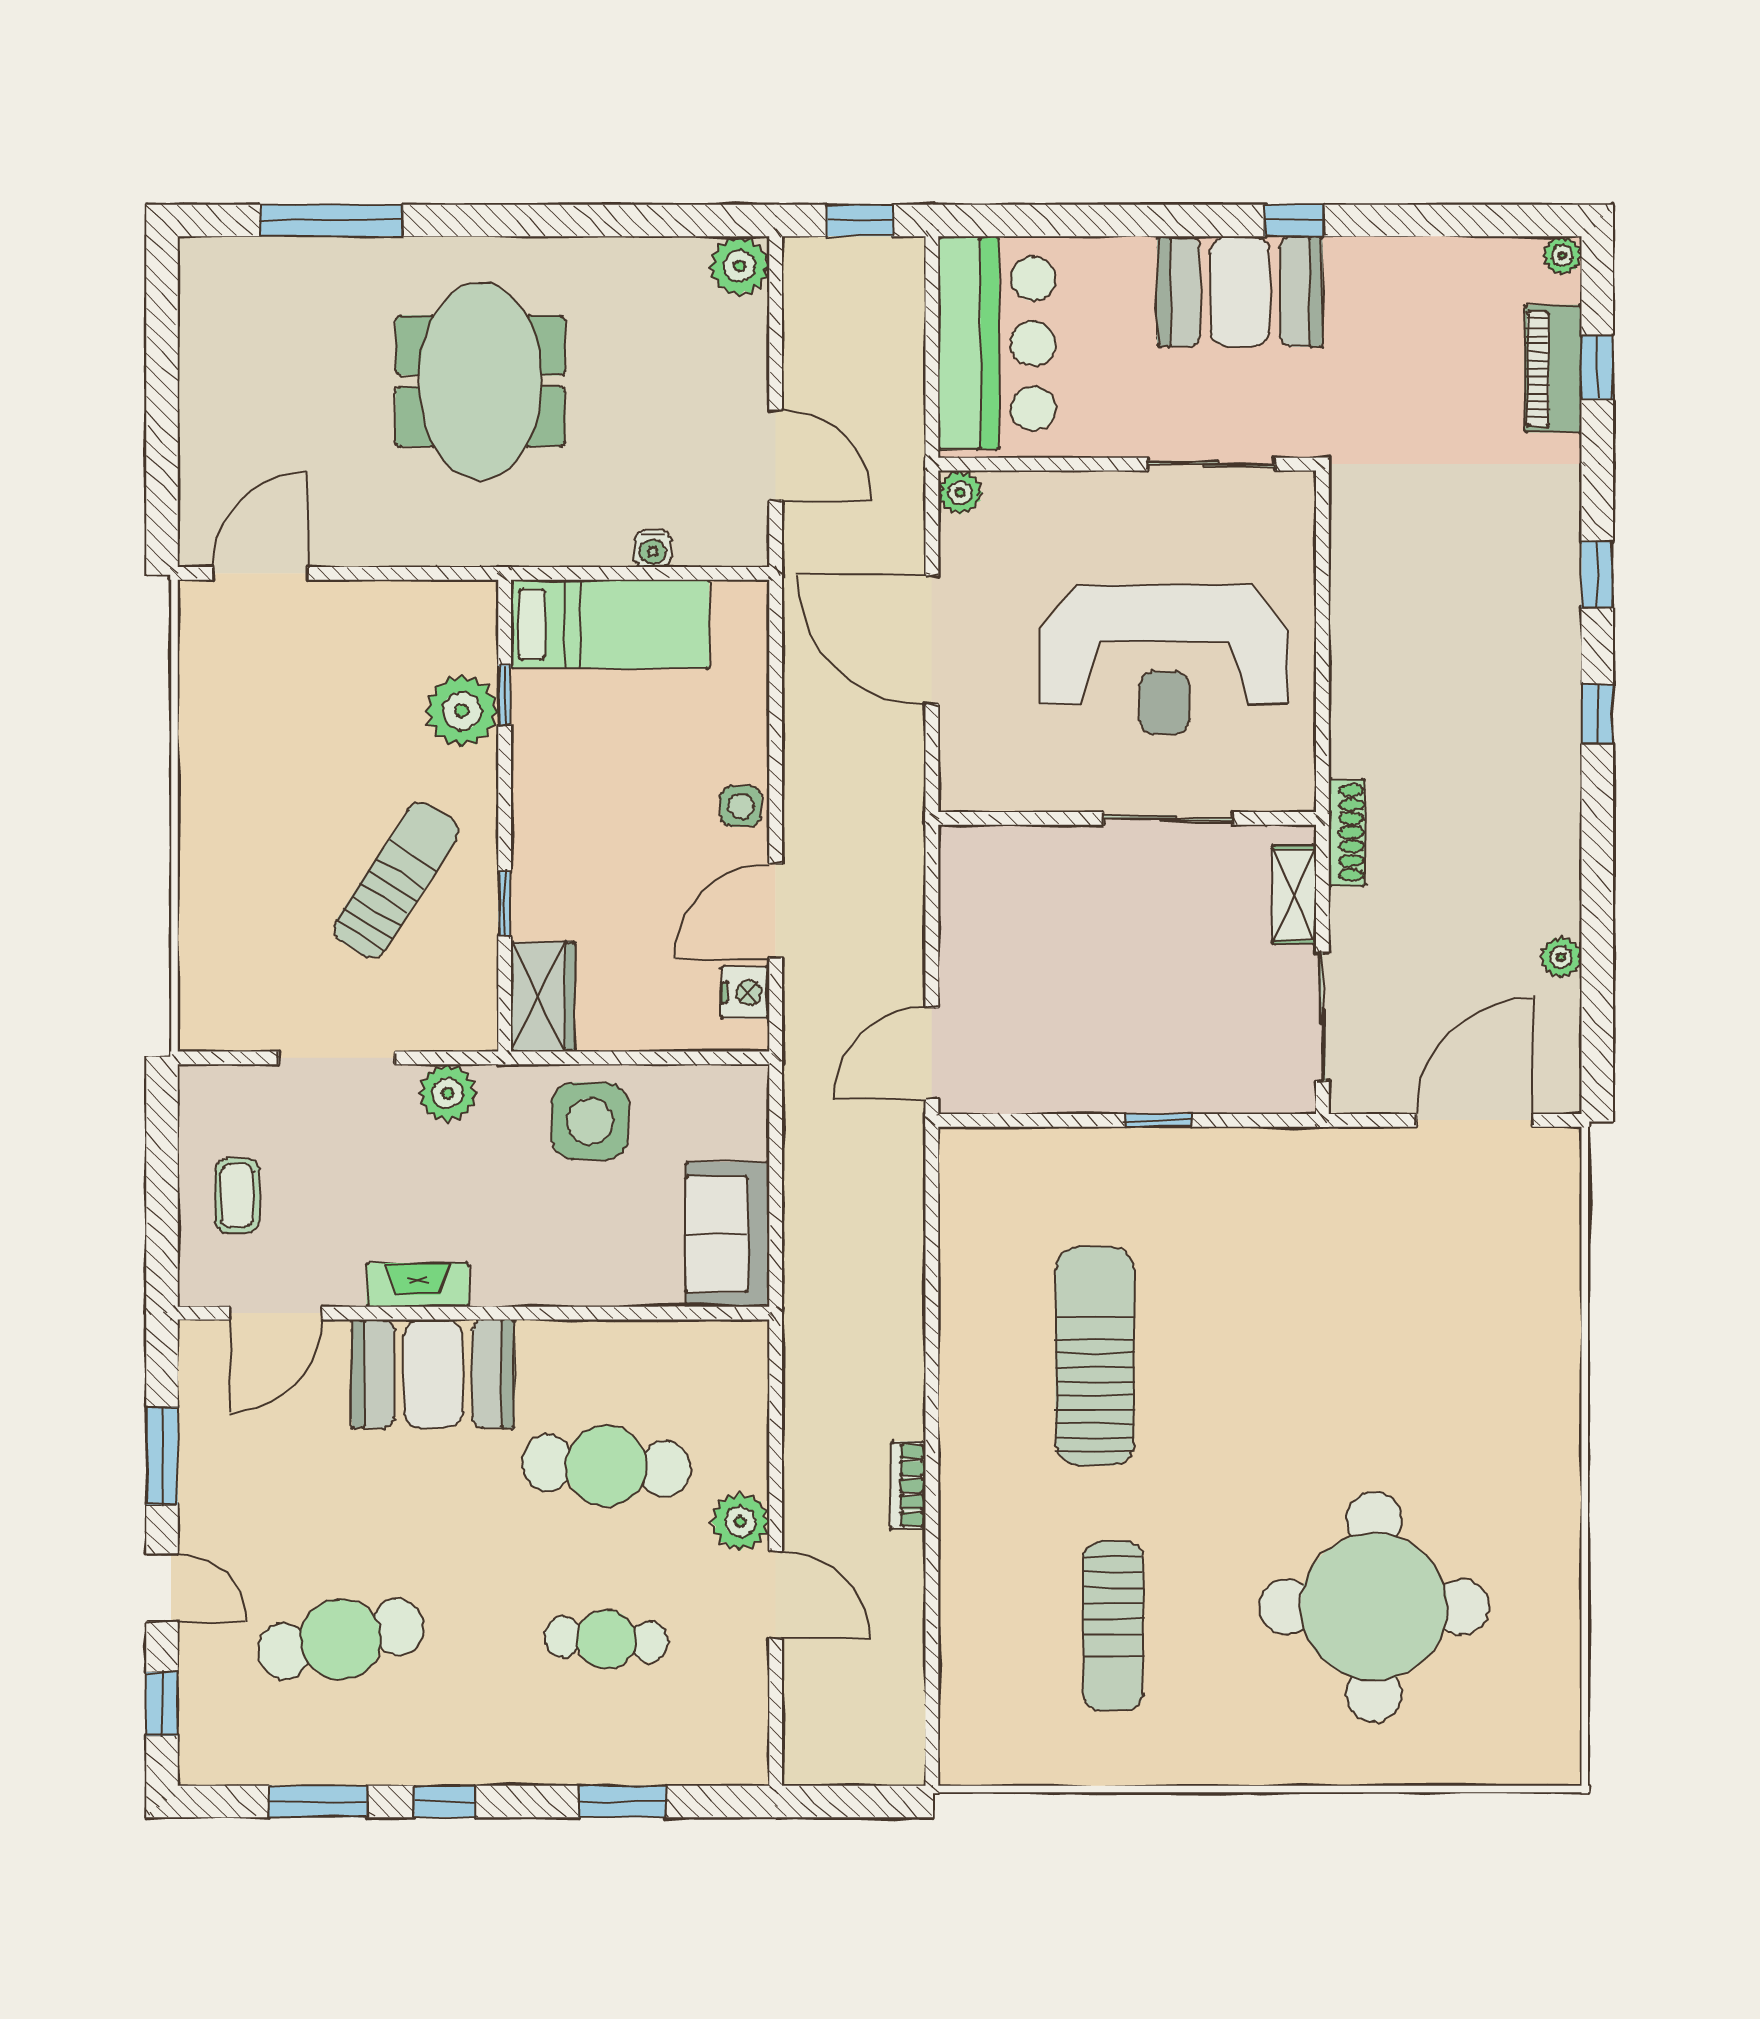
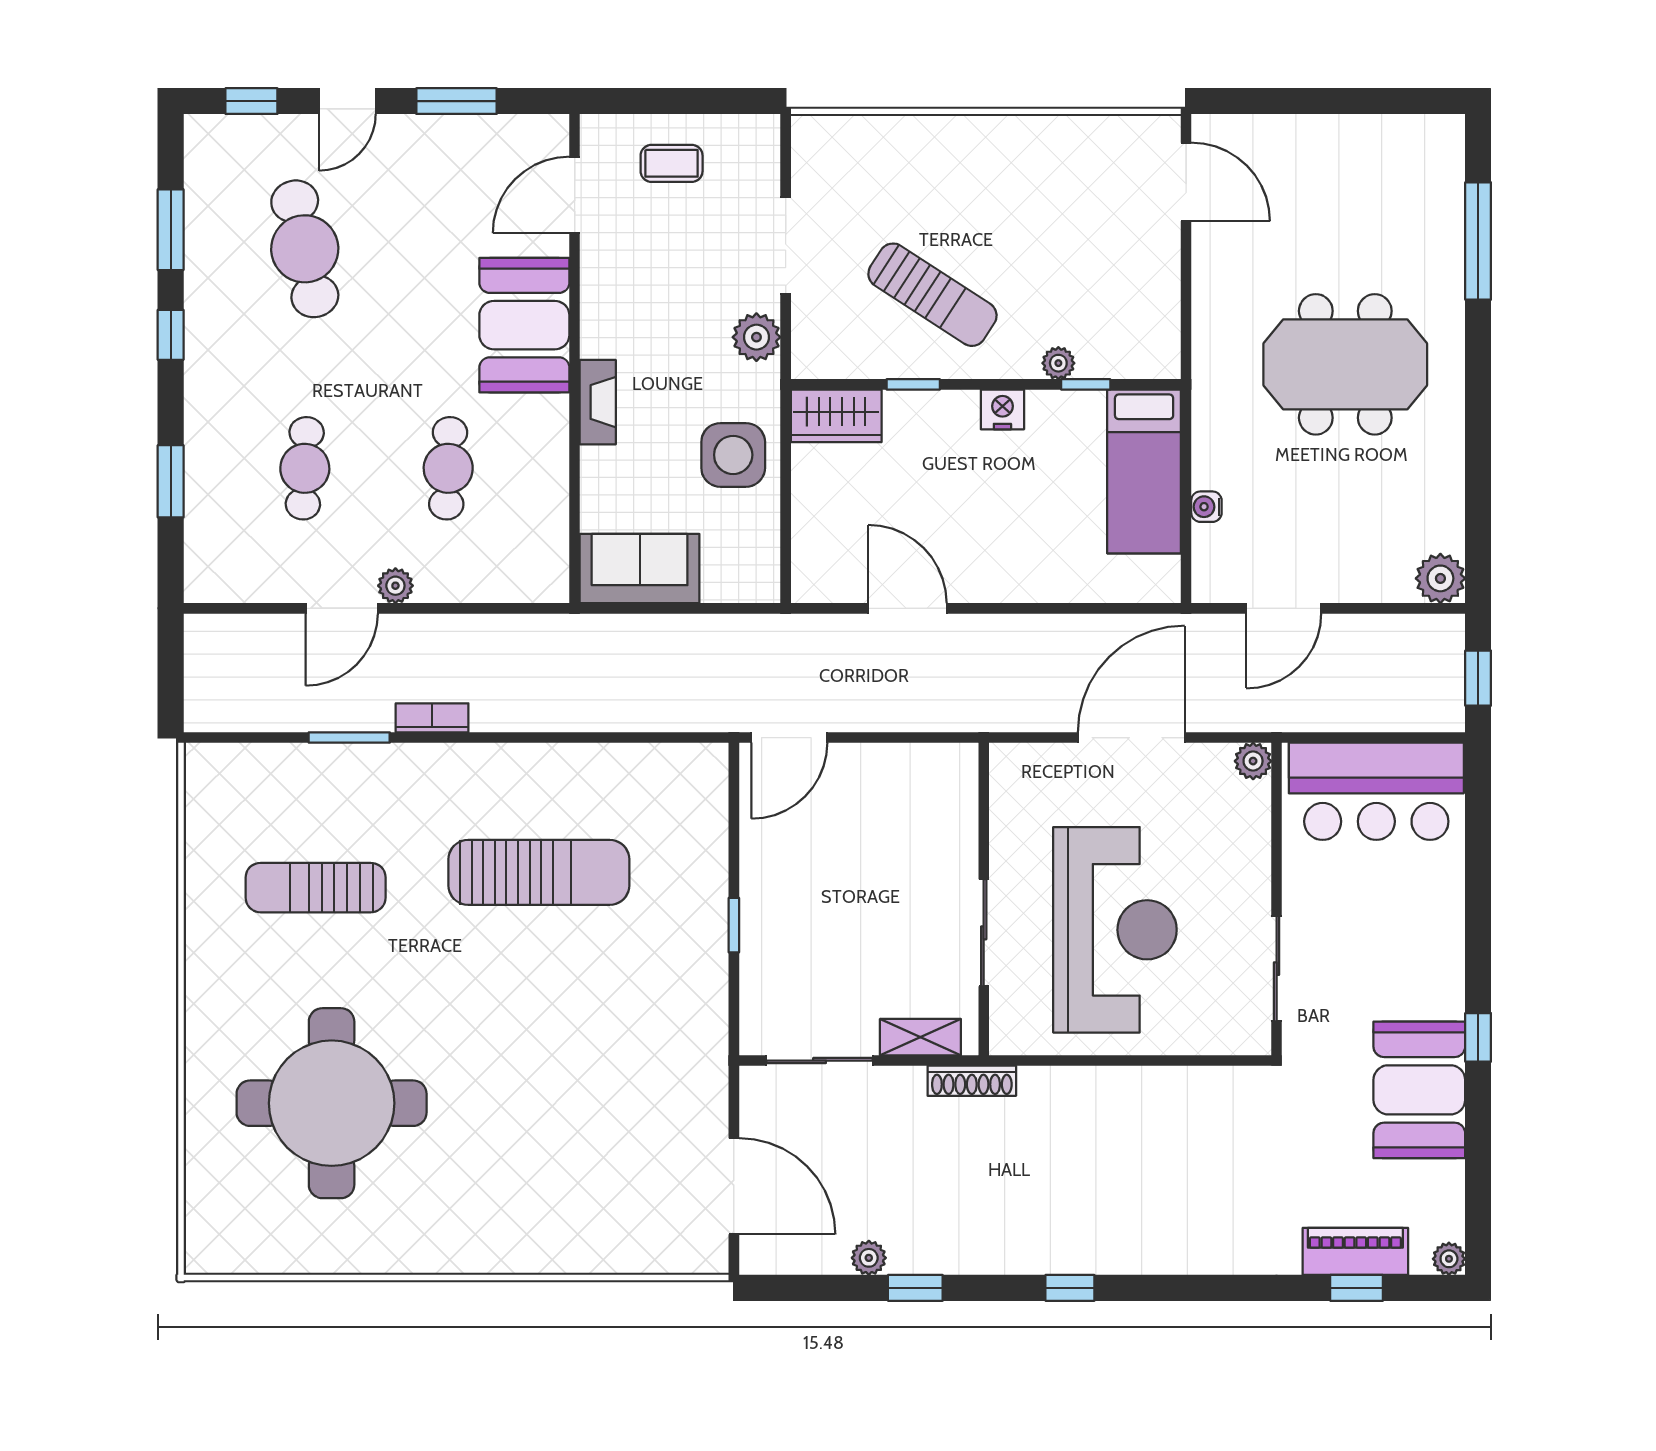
booth: (1240, 291) -> (1419, 1090), moved
window: (1597, 575) -> (915, 1288), moved
reception desk: (1164, 659) -> (1115, 930), turned 180
plant: (462, 711) -> (1058, 363), width x0.53, depth x0.53
side table: (741, 806) -> (994, 580), removed
nightstand: (745, 993) -> (1002, 409), moved, turned 180
door: (932, 1053) -> (789, 738), swing flipped
fireplace: (418, 1285) -> (598, 402), moved
door: (276, 1313) -> (575, 195), hinge flipped
cafe table: (606, 1466) -> (448, 468), width x0.73, depth x0.74
plant: (740, 1522) -> (395, 586), width x0.73, depth x0.73
window: (932, 1586) -> (349, 738), added

